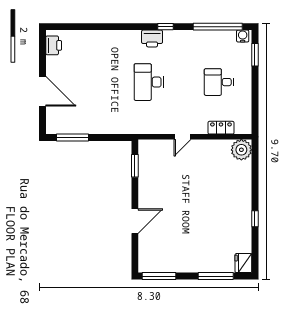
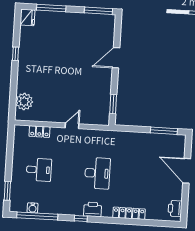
locker: (108, 36) -> (129, 213), added
water cooler: (243, 36) -> (33, 208), moved
plant: (241, 150) -> (24, 102), moved

